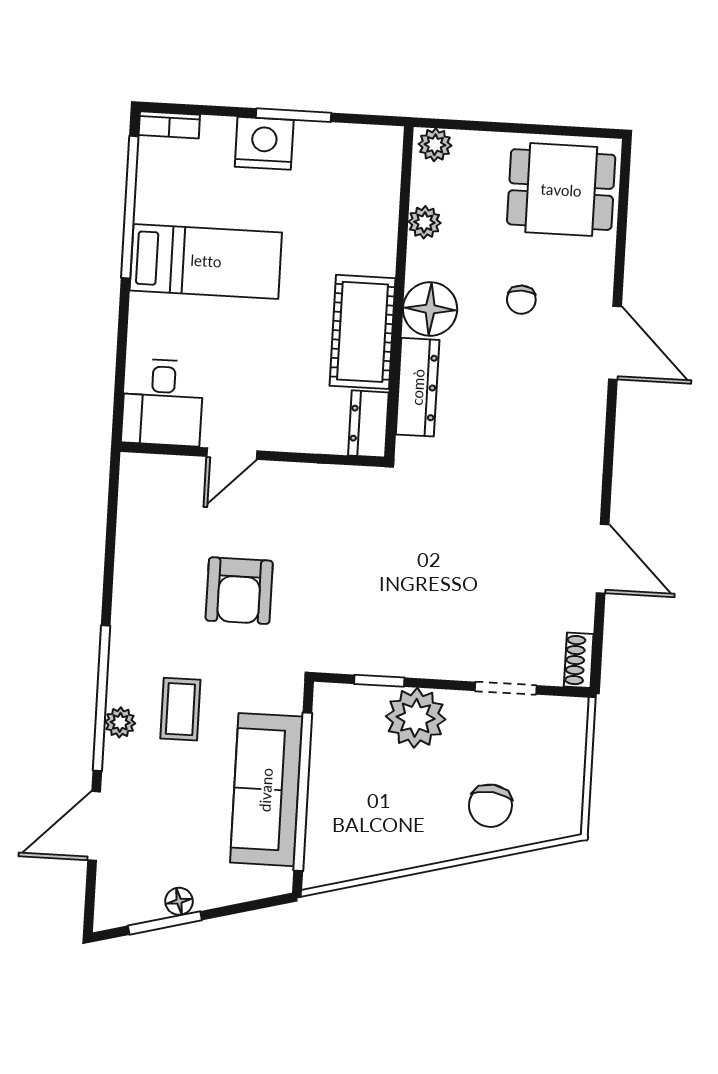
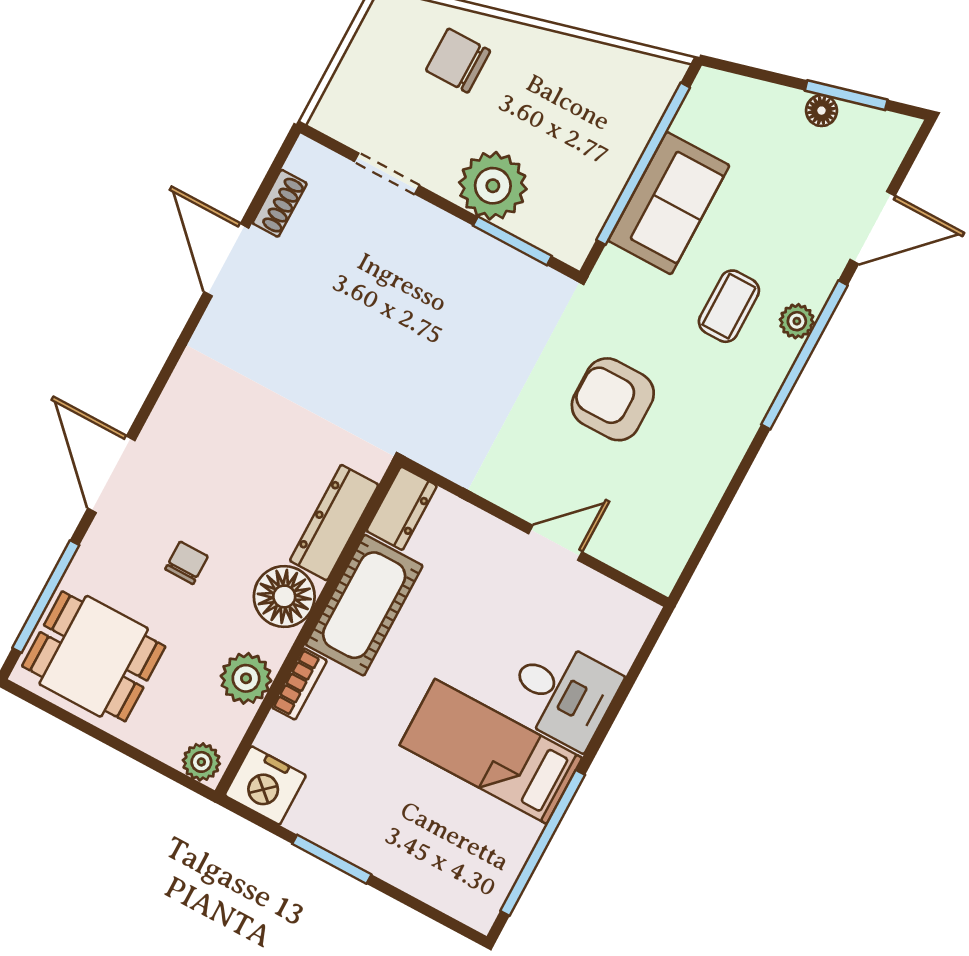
bookcase: (169, 125) -> (299, 684), moved, turned 90
nightstand: (264, 143) -> (265, 785), moved
window: (622, 220) -> (46, 597), added
plant: (424, 222) -> (246, 678), width x1.38, depth x1.38
desk: (163, 402) -> (563, 693), moved, turned 90
armchair: (239, 591) -> (613, 399), turned -90
shoe rack: (579, 660) -> (280, 203), moved
window: (379, 681) -> (512, 241), width x1.50
sofa: (266, 790) -> (669, 203), width x0.73
chair: (490, 806) -> (458, 61), turned -96

